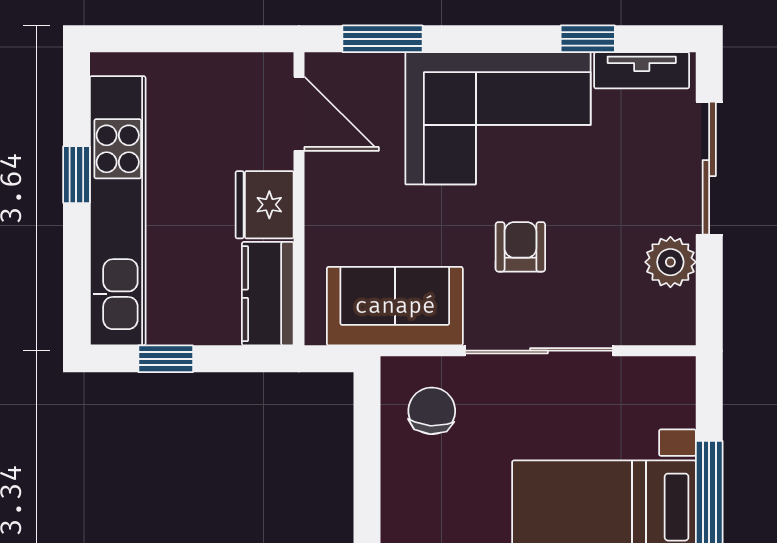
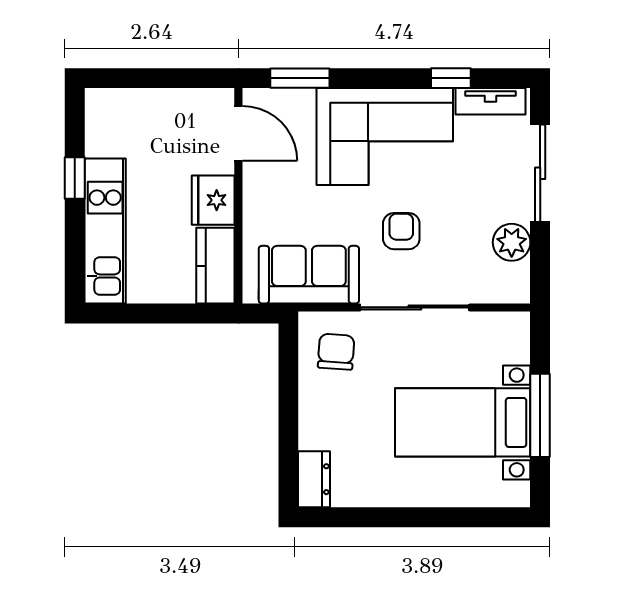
kitchen unit: (118, 211) -> (105, 231), width x0.73
window: (166, 359) -> (140, 313), removed

